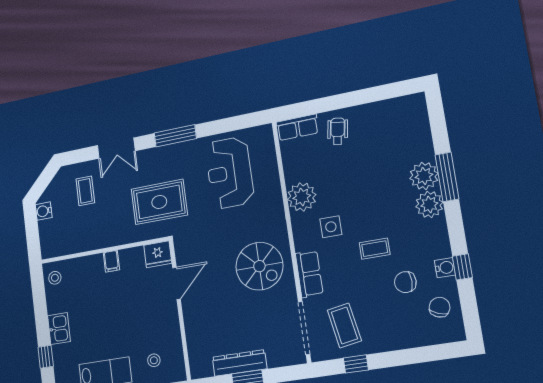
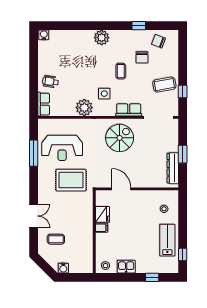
window: (175, 136) -> (34, 153), moved
plant: (424, 176) -> (85, 38), removed
window: (447, 177) -> (88, 26), removed
rug: (159, 202) -> (71, 180), moved, turned 90
fridge: (158, 254) -> (102, 214), moved
water cooler: (445, 268) -> (44, 35), moved
coffee table: (344, 325) -> (164, 85), moved
kitchen sink: (59, 329) -> (126, 267), moved
dresser: (239, 363) -> (173, 168), moved

